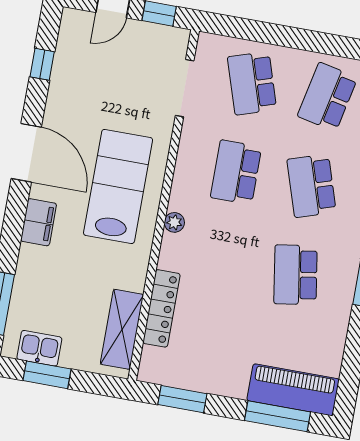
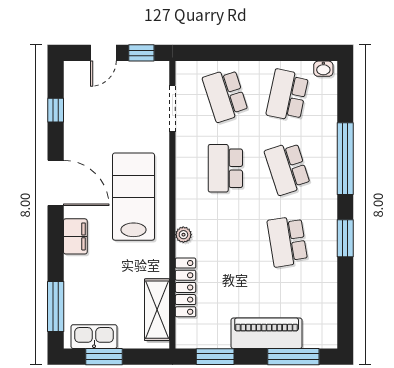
plant: (174, 222) -> (183, 235), moved
kitchen sink: (39, 348) -> (94, 337), width x1.38
piano: (293, 390) -> (267, 333), moved

